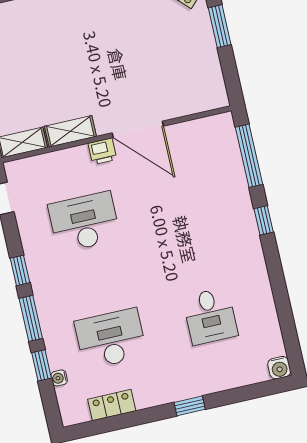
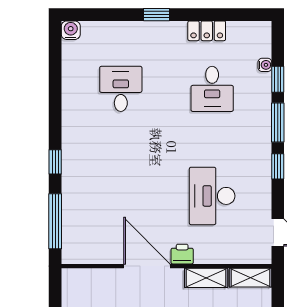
desk: (84, 222) -> (212, 196), turned 90
desk: (111, 339) -> (212, 89), width x0.73
locker: (112, 405) -> (207, 31), moved

